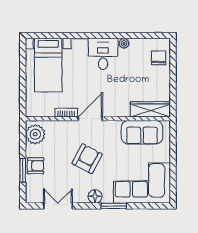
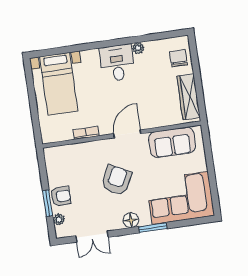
wardrobe: (150, 109) -> (189, 97), moved, turned -90
door: (90, 119) -> (127, 134), moved
plant: (35, 134) -> (59, 219), moved, width x0.53, depth x0.53
double door: (58, 206) -> (92, 237), swing flipped

